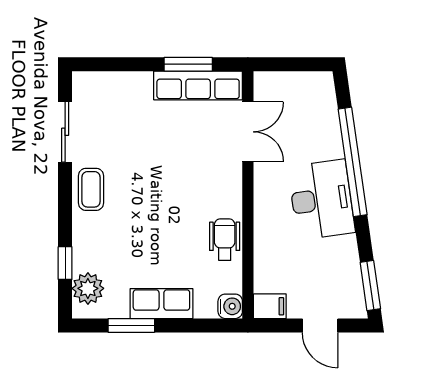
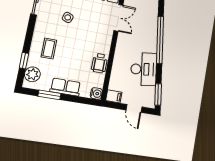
side table: (137, 154) -> (68, 17), added
coffee table: (91, 189) -> (49, 49), moved
desk: (321, 200) -> (144, 69), moved
wheelchair: (225, 240) -> (99, 63), turned 180

